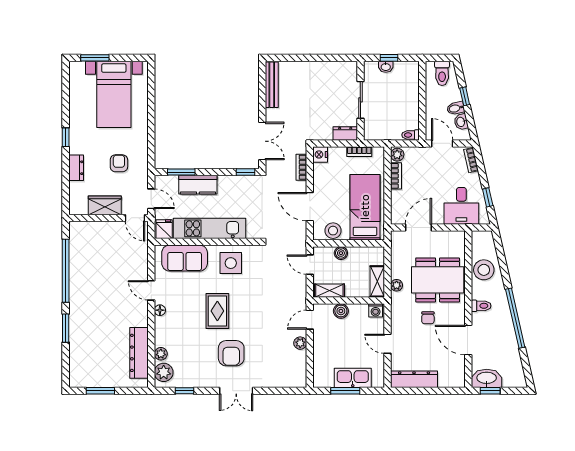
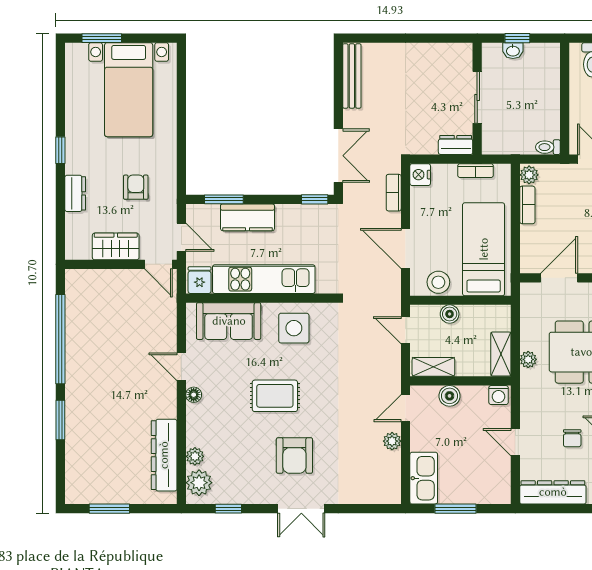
rug: (217, 311) -> (275, 396), turned 90
chair: (428, 318) -> (572, 438), moved
kitchen sink: (353, 378) -> (424, 478), moved, turned 90

